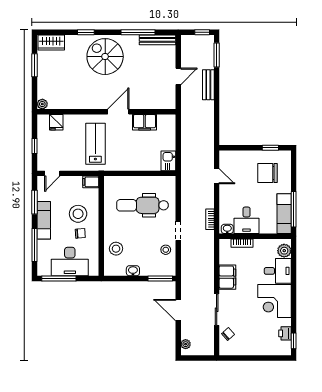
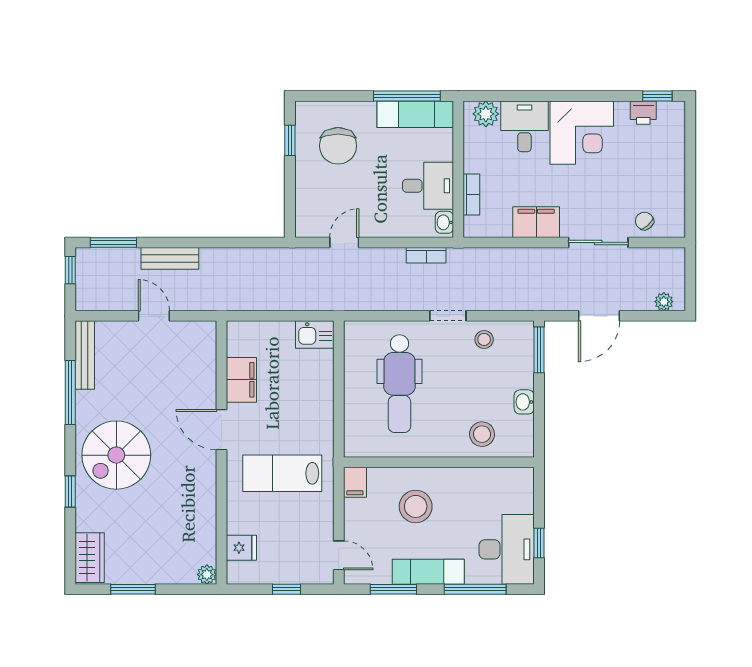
chair: (80, 233) -> (453, 502), removed
desk: (70, 262) -> (507, 549), moved
window: (59, 279) -> (539, 543), width x0.46

